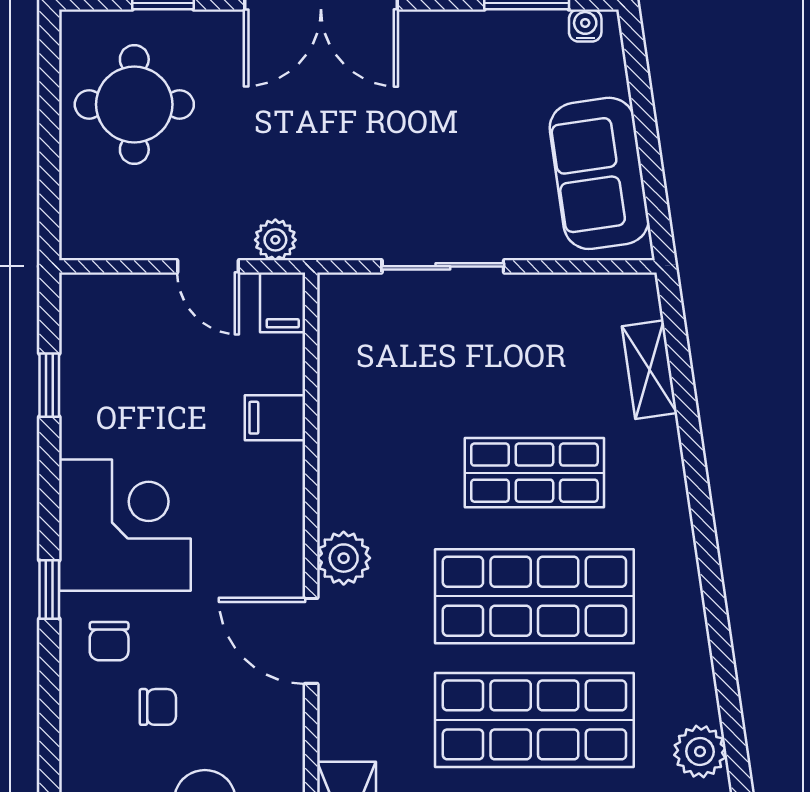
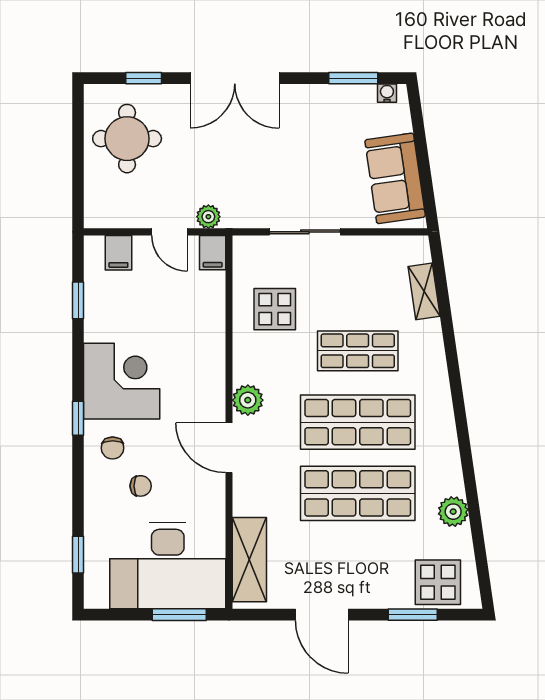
display table: (390, 400) -> (275, 309), added
filing cabinet: (275, 418) -> (118, 253), moved, turned -90

